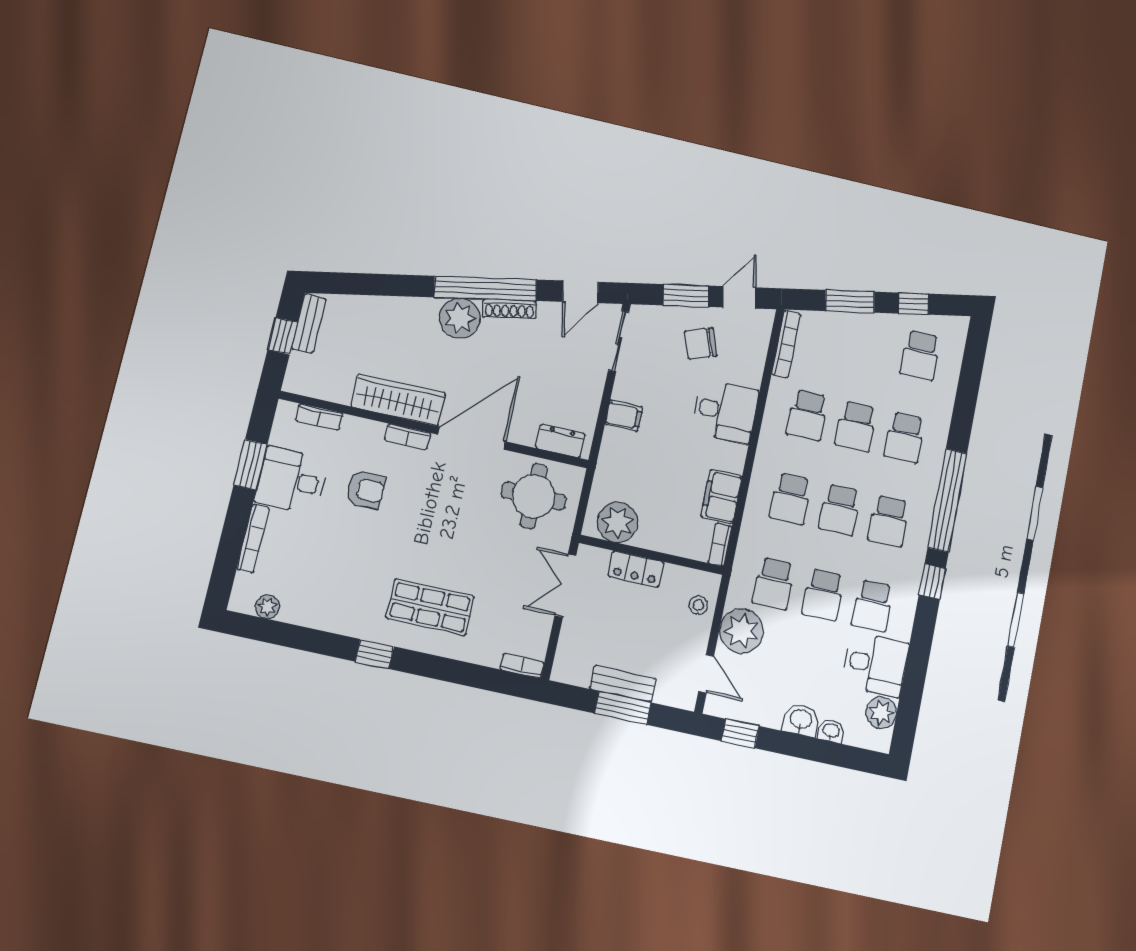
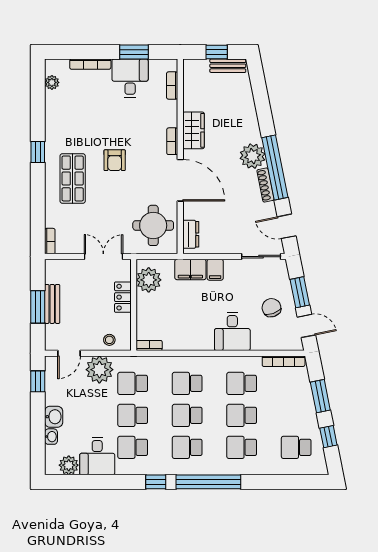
wardrobe: (398, 400) -> (193, 130), width x0.67
armchair: (366, 490) -> (115, 160), moved
filing cabinet: (721, 496) -> (190, 269), moved, turned 180

